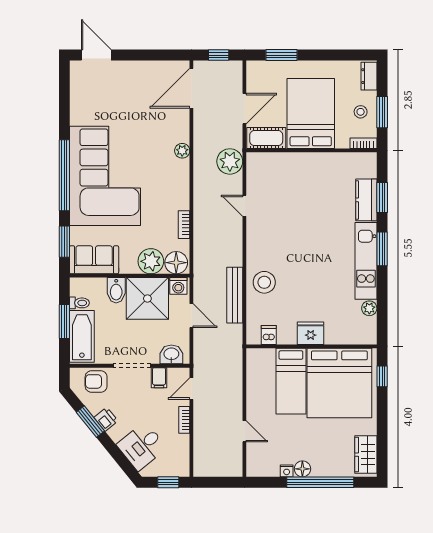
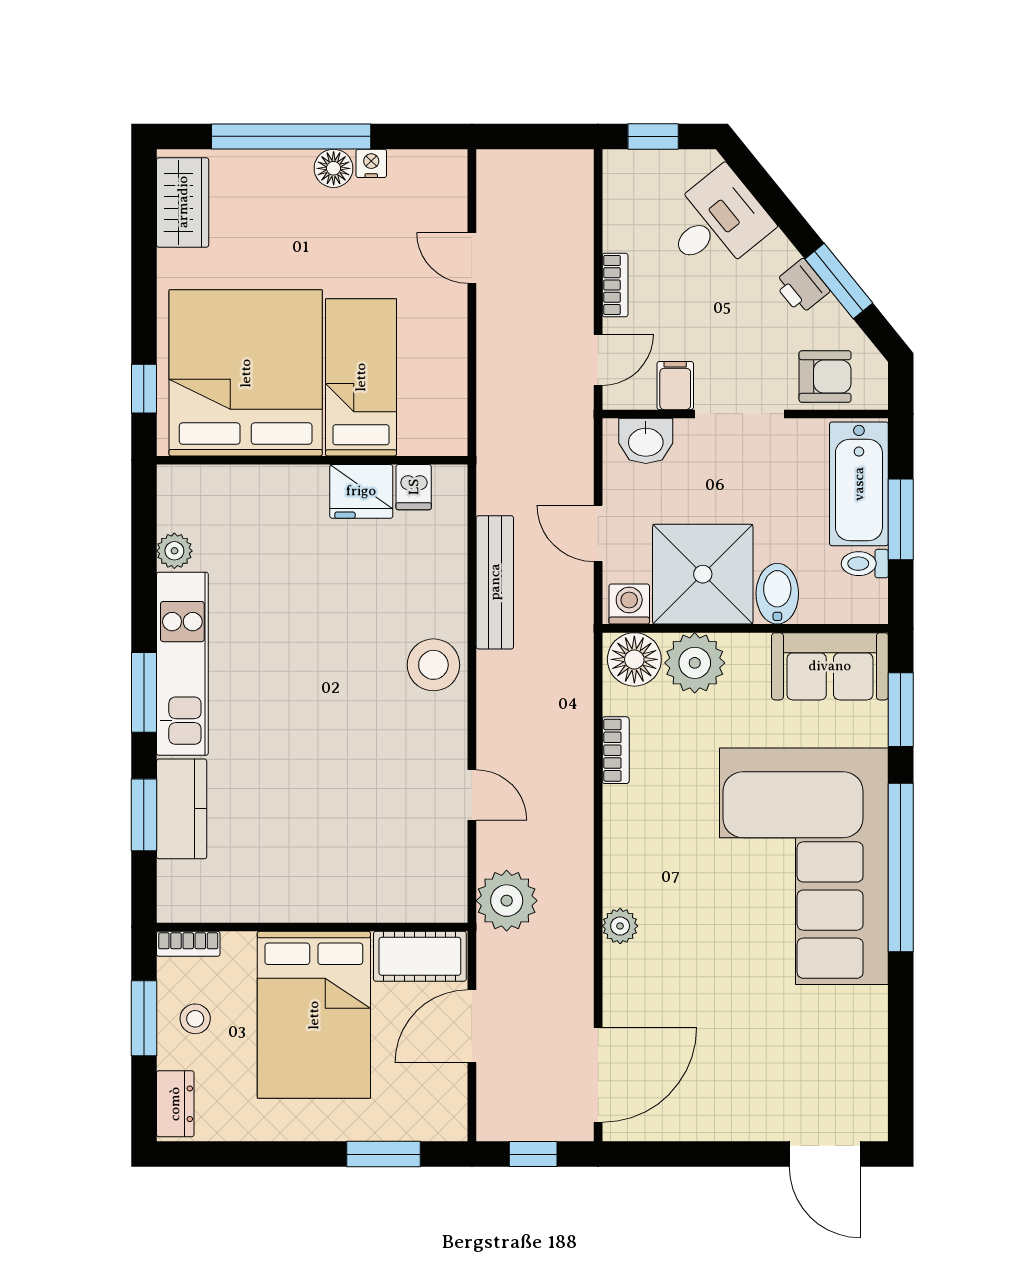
stool: (264, 282) -> (433, 665), moved
fridge: (311, 333) -> (361, 491), moved

